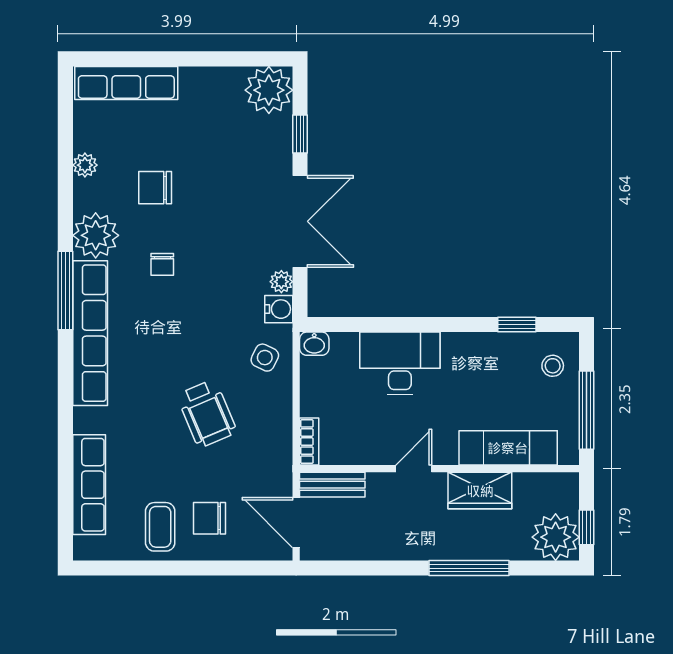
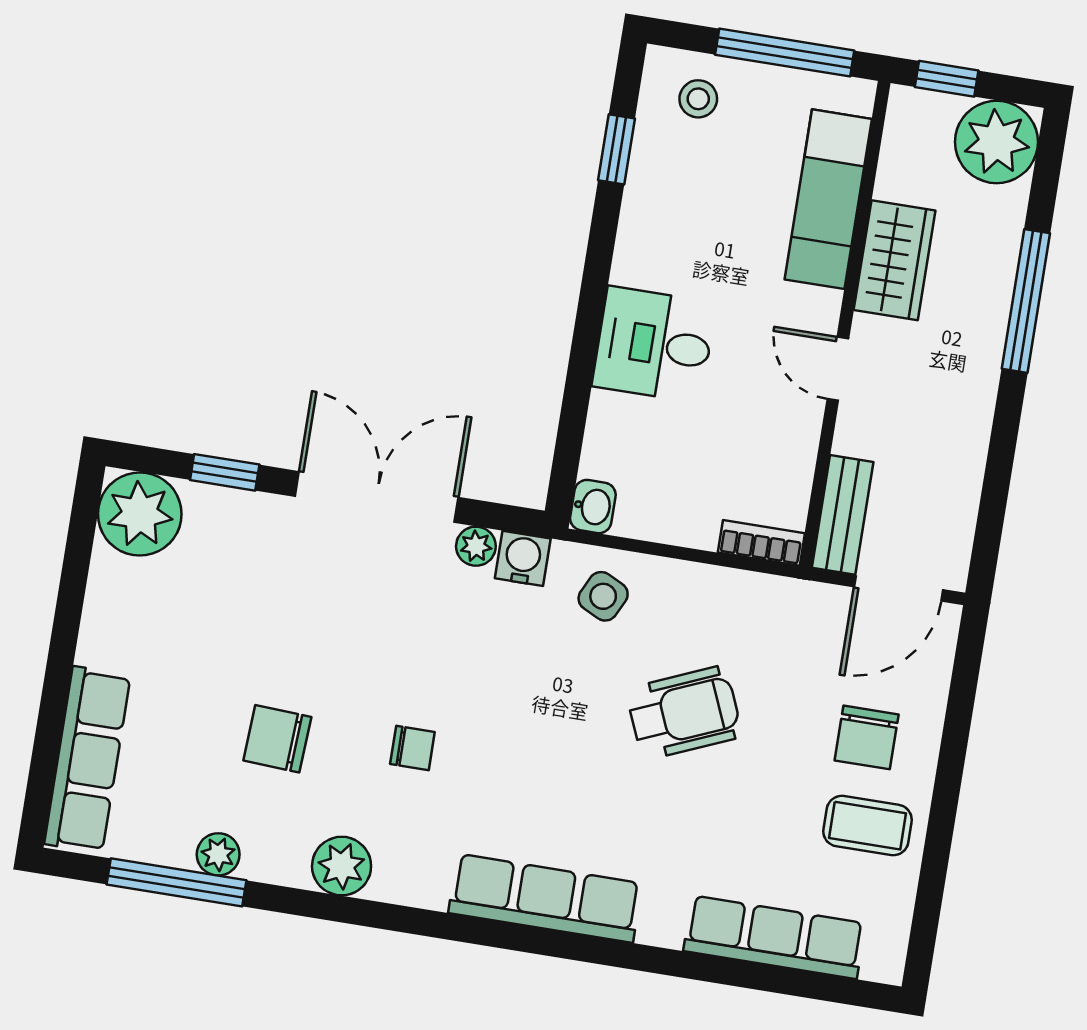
chair: (155, 188) -> (277, 739), turned 93
plant: (96, 235) -> (342, 866), width x0.73, depth x0.73
window: (65, 291) -> (176, 882), moved
row of seats: (90, 333) -> (545, 898), width x0.73
desk: (400, 363) -> (654, 345), width x0.73
window: (586, 527) -> (947, 79), moved

